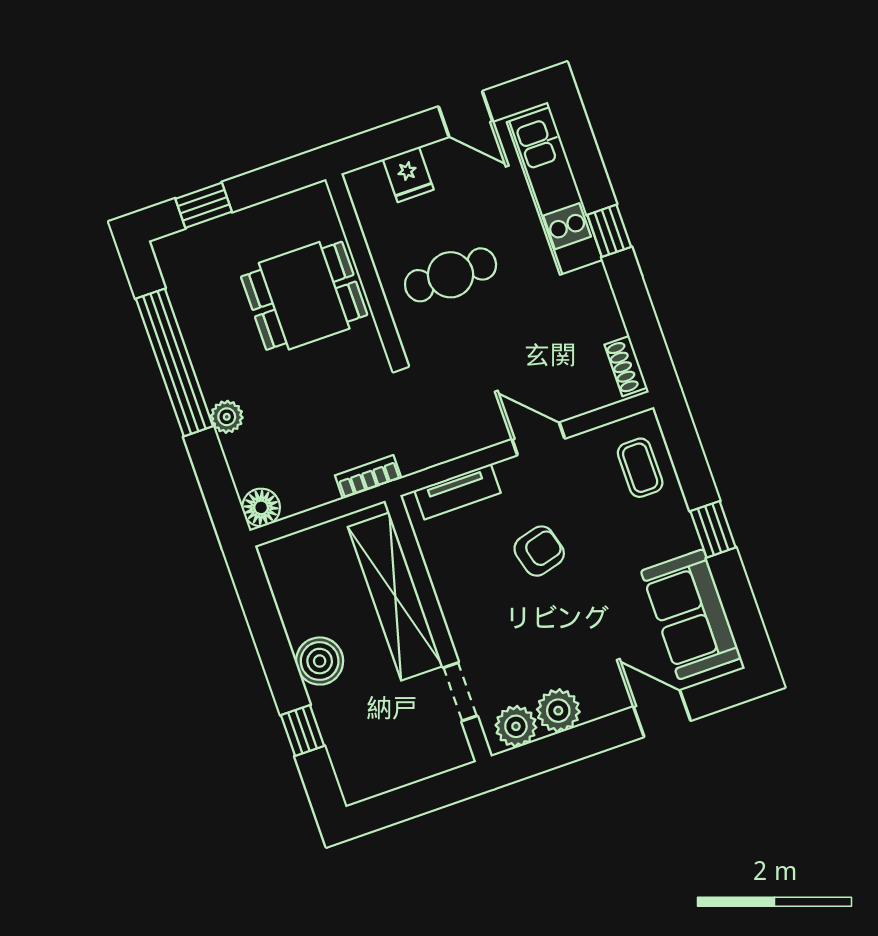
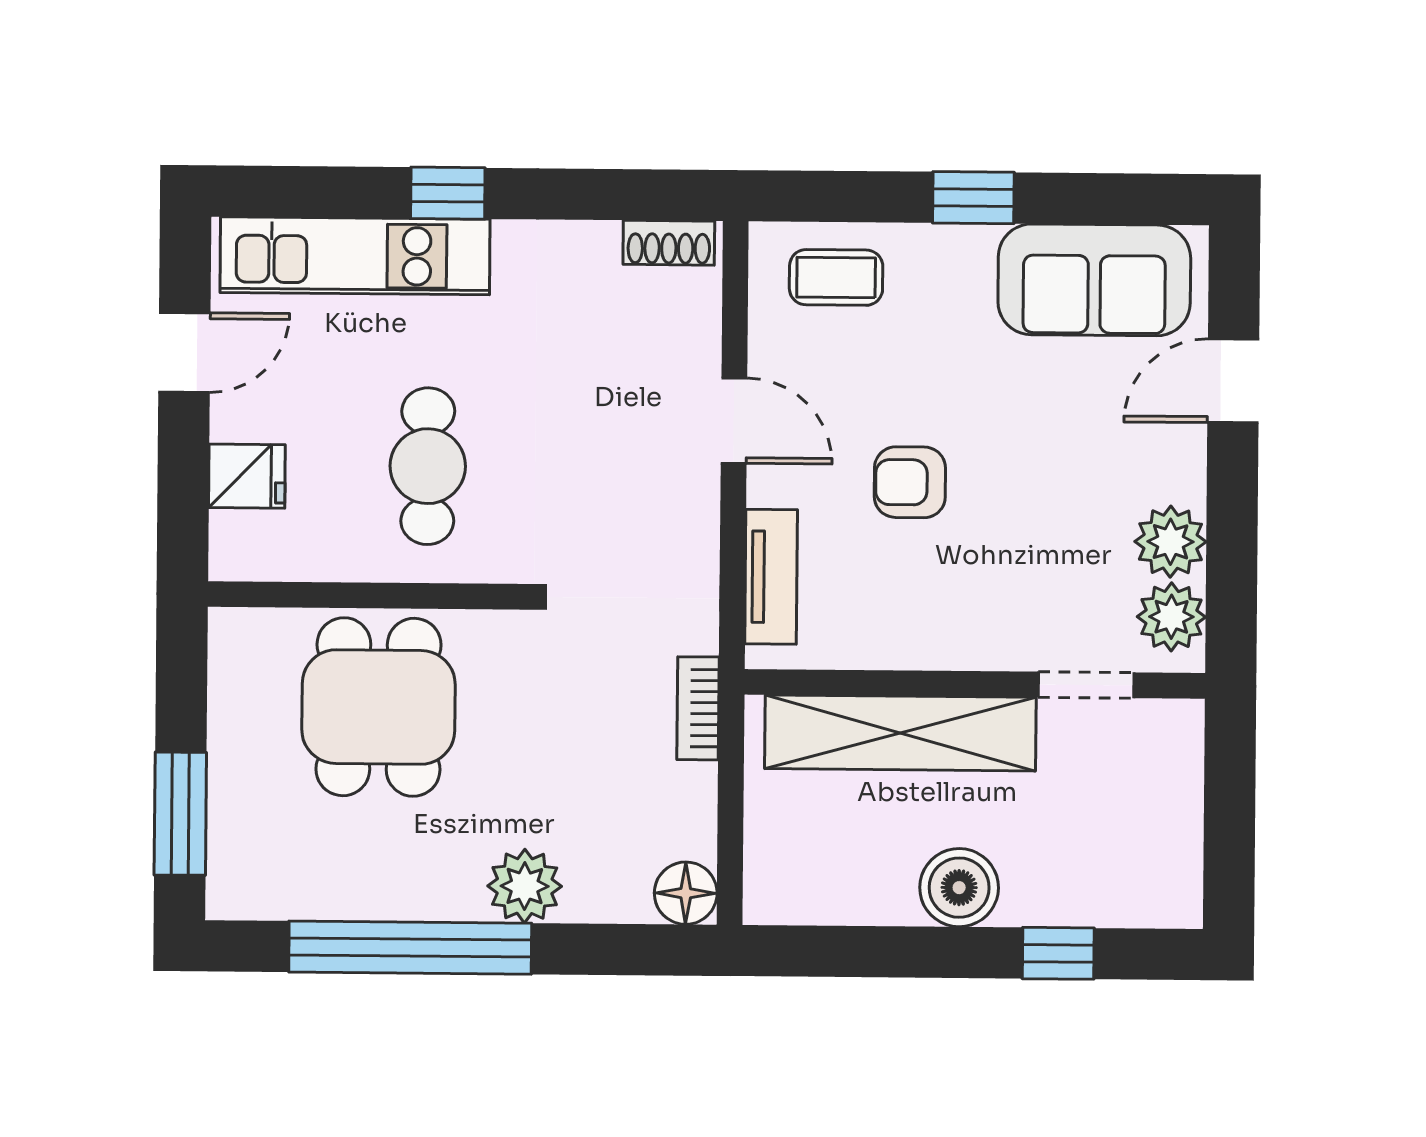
window: (204, 205) -> (180, 814), width x1.50
plant: (227, 417) -> (525, 886), width x1.38, depth x1.38
door: (538, 439) -> (734, 421), swing flipped
armchair: (539, 551) -> (910, 482), turned -75

